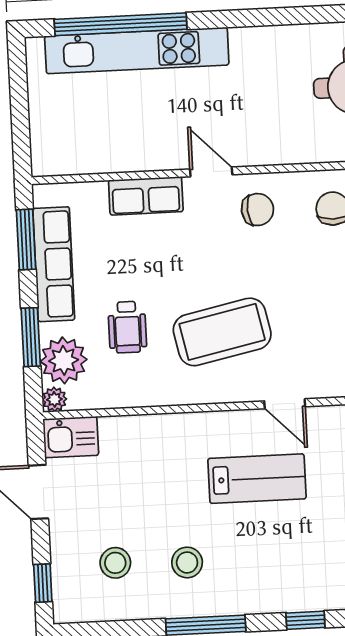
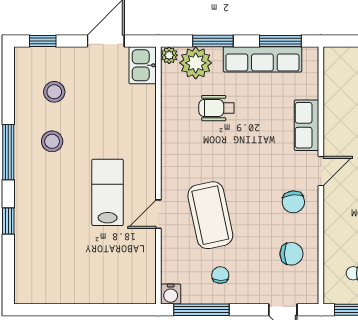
coffee table: (222, 332) -> (210, 215), moved
lab bench: (257, 479) -> (108, 192), turned 180

